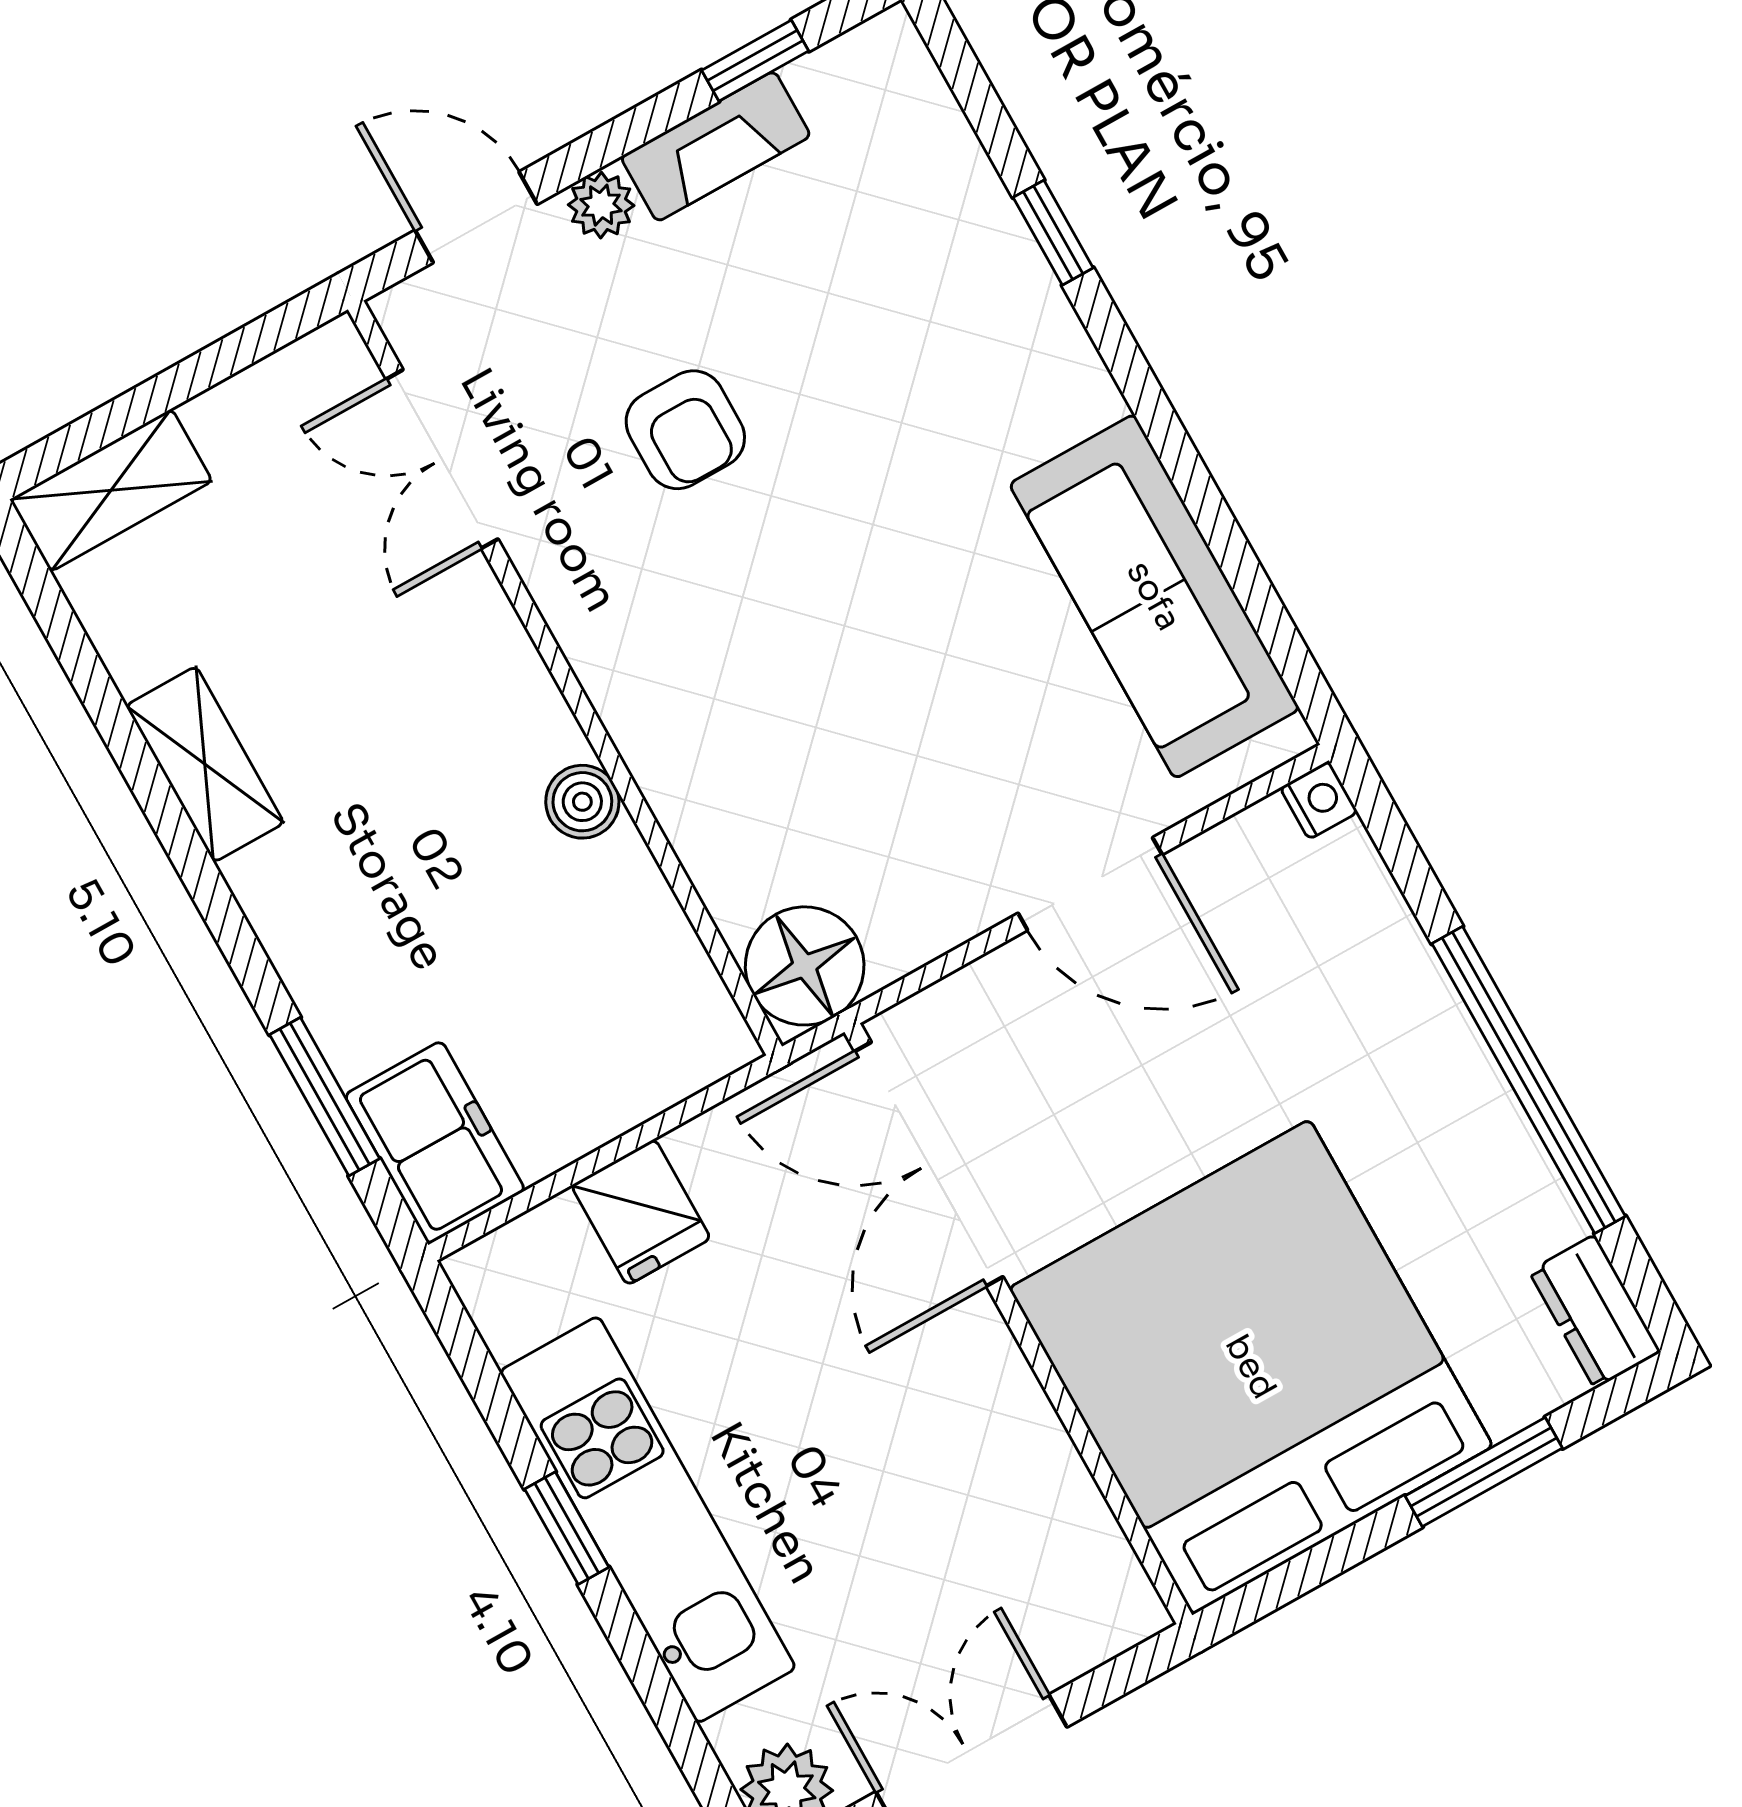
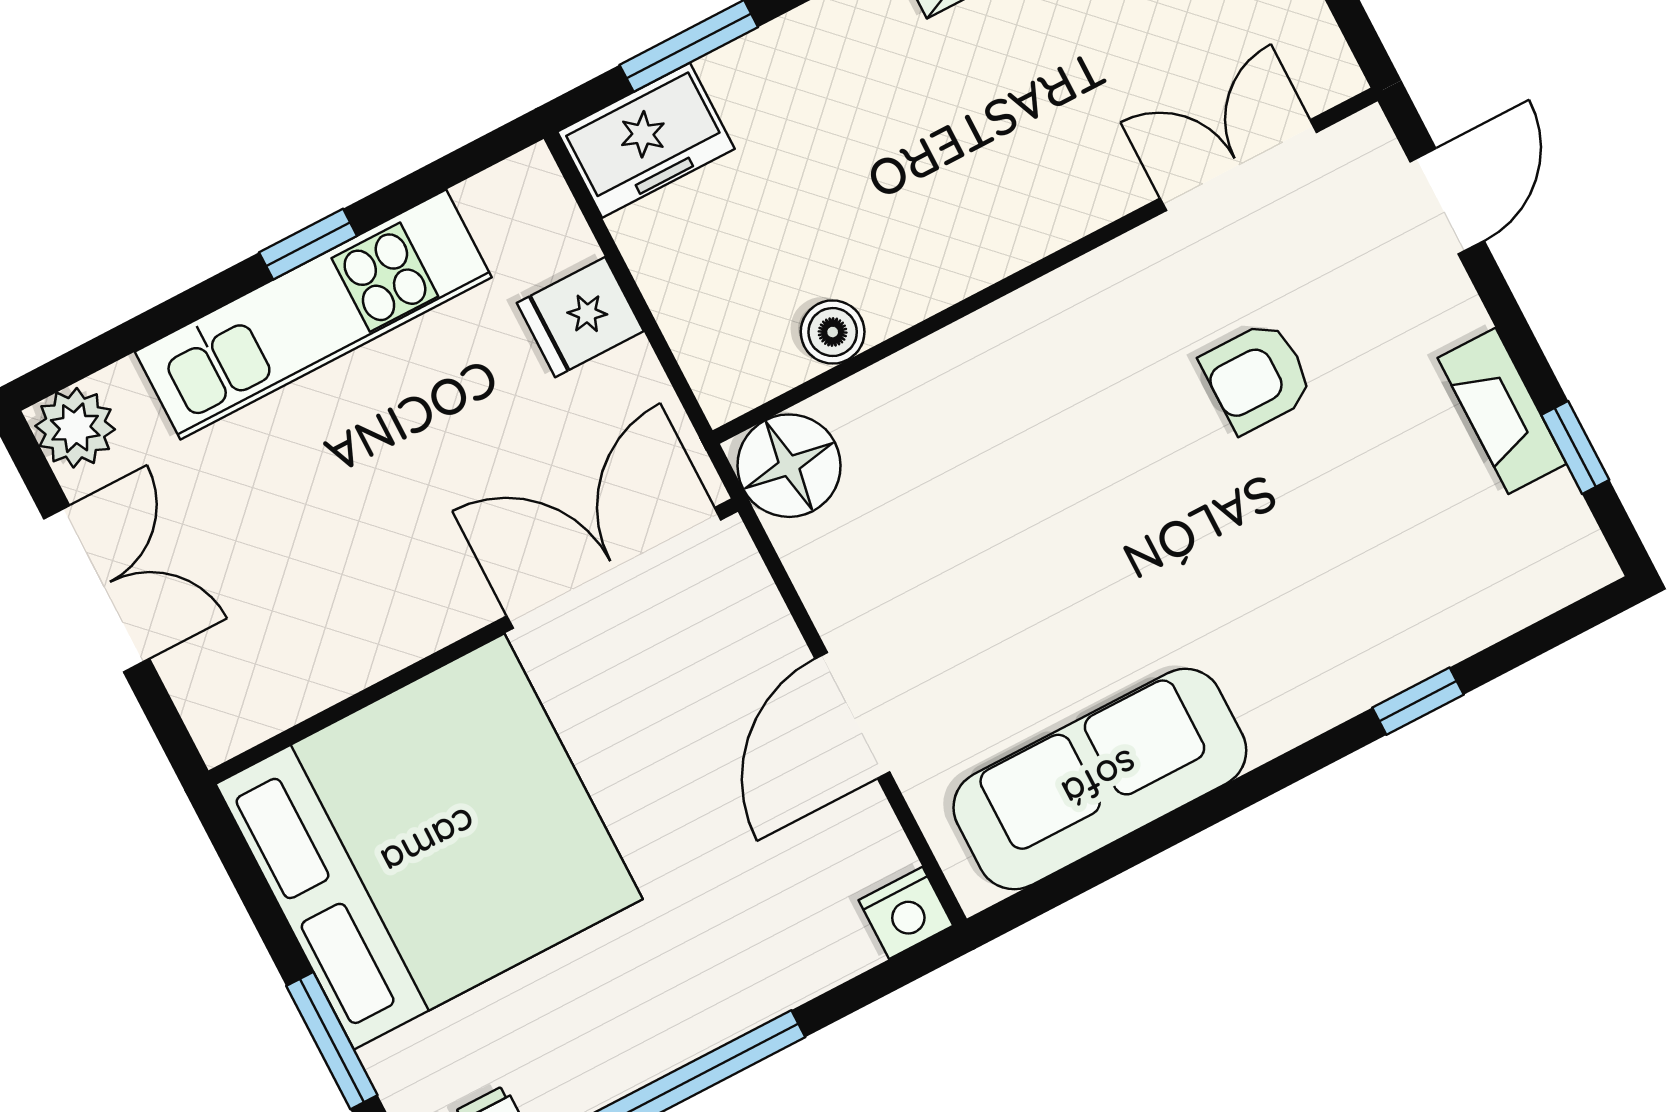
plant: (601, 205) -> (1454, 310), removed
nightstand: (1319, 800) -> (906, 913), width x1.39, depth x1.35
boiler: (582, 802) -> (833, 332), moved

